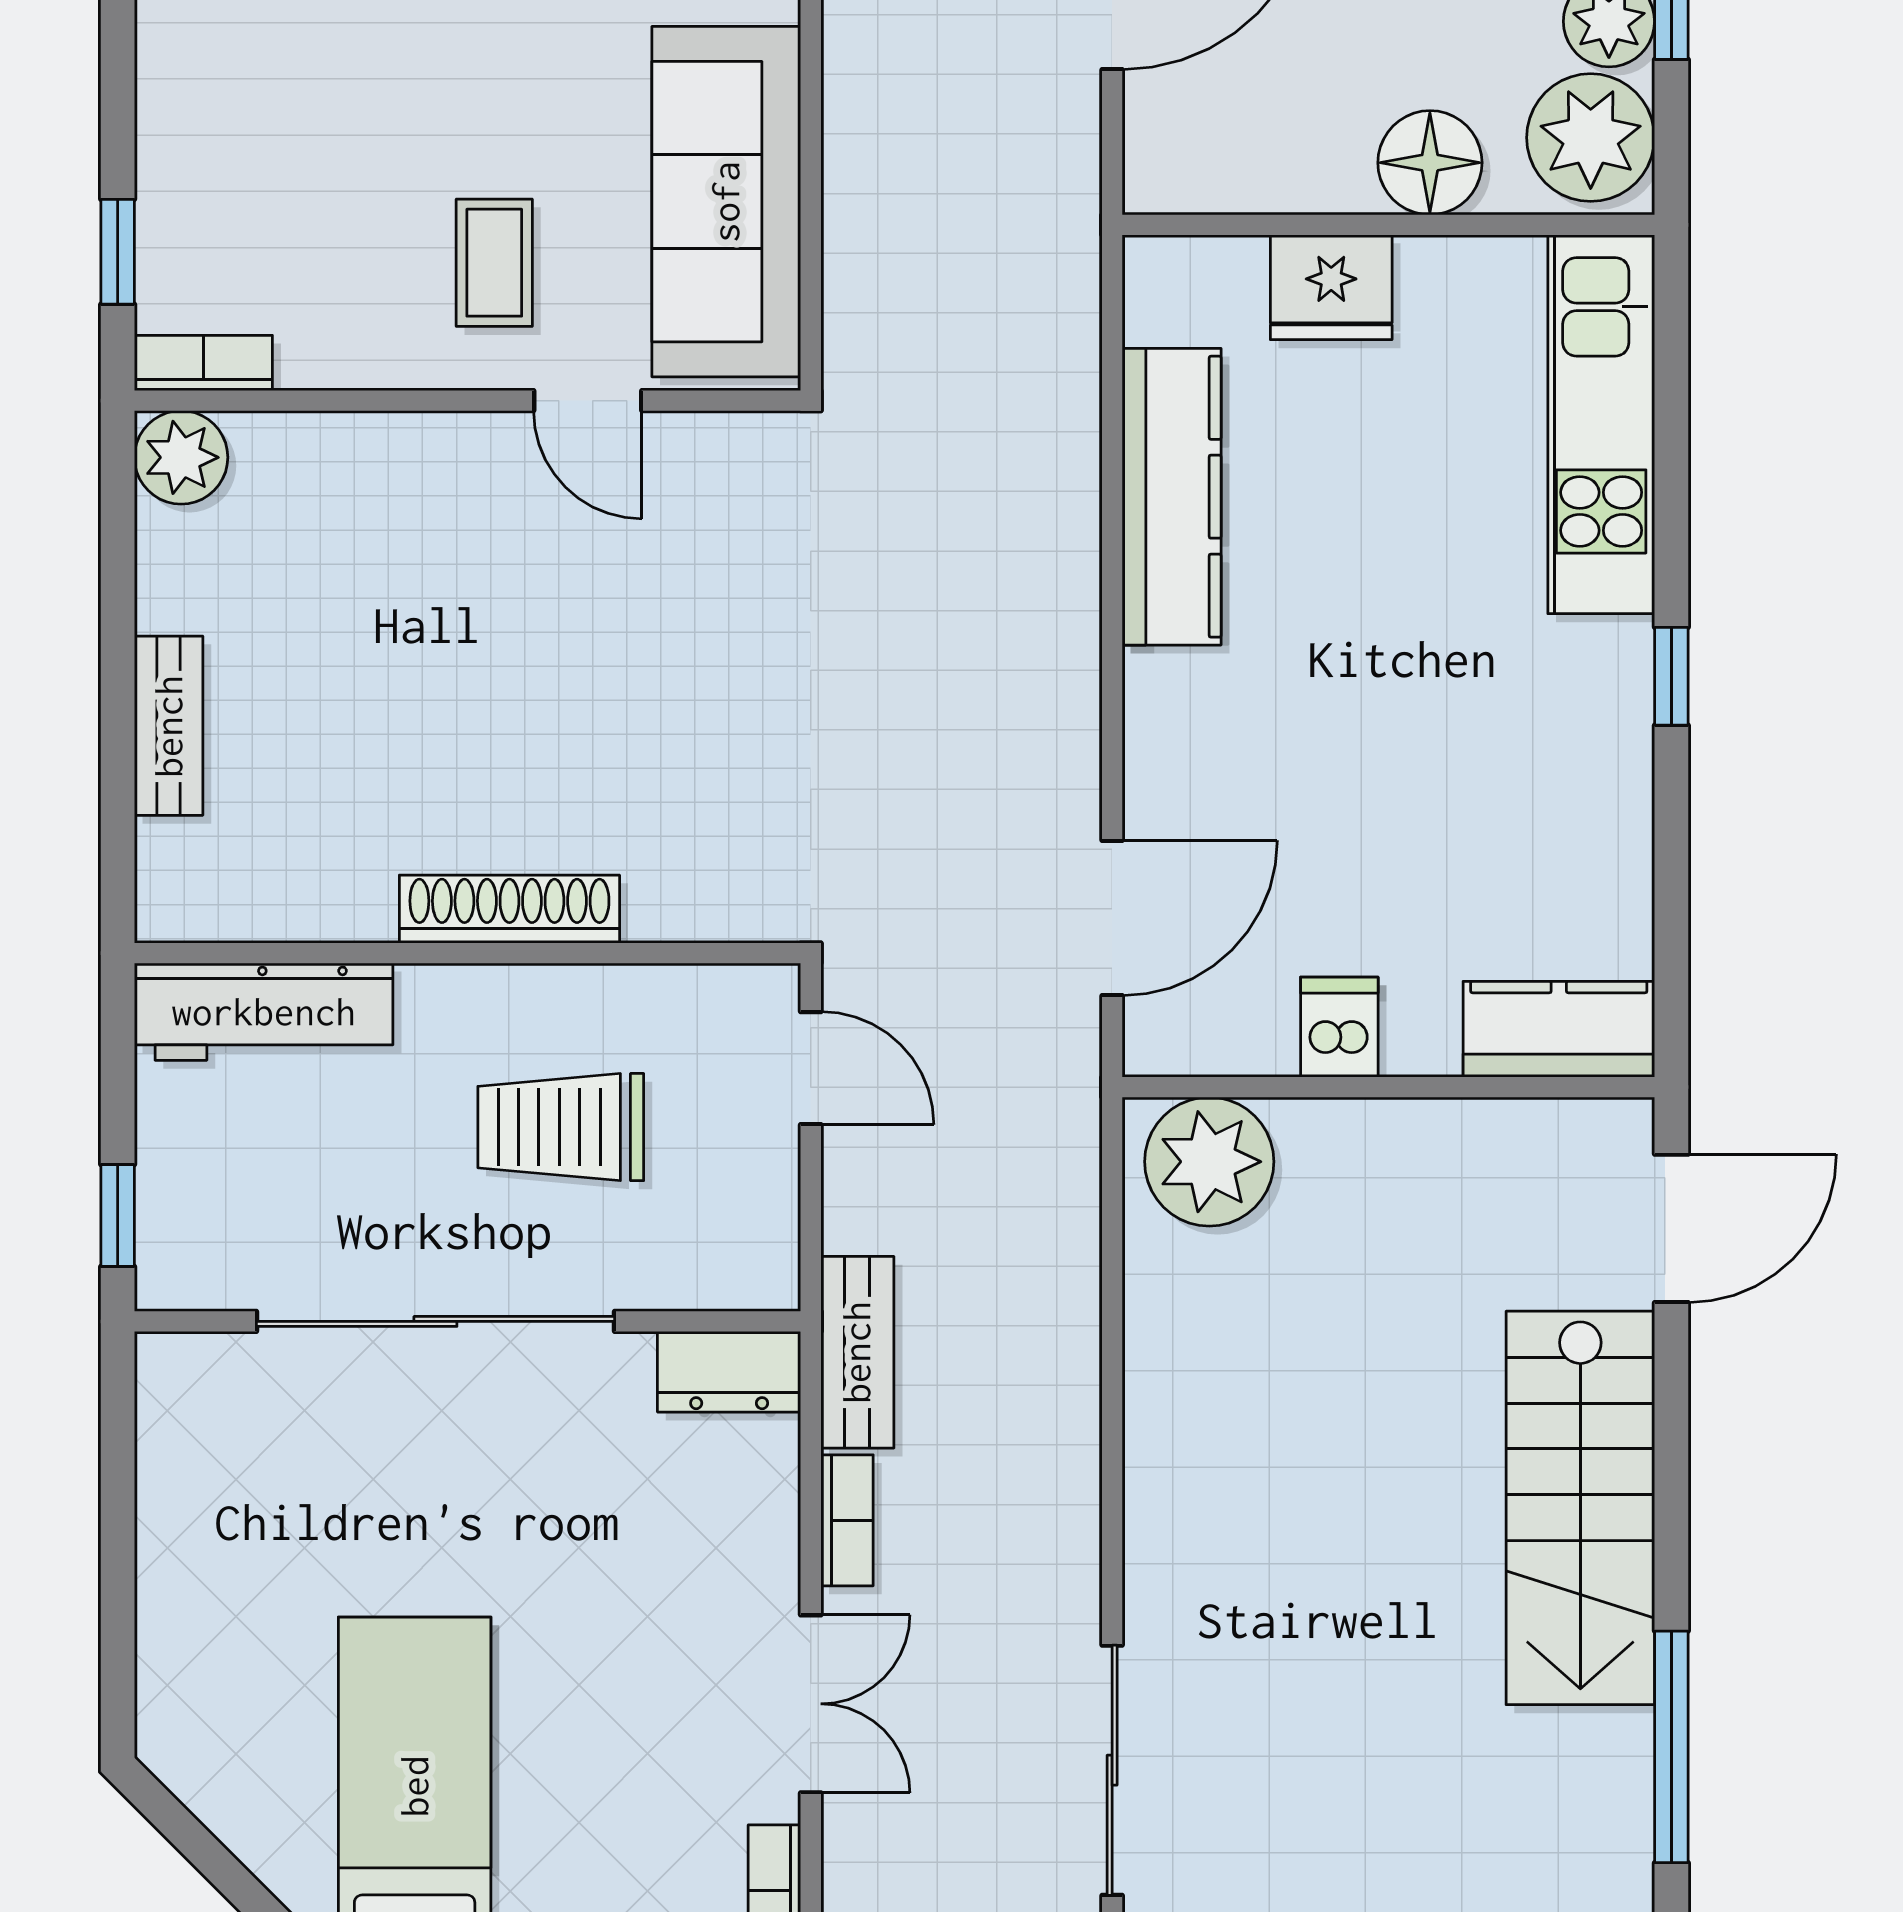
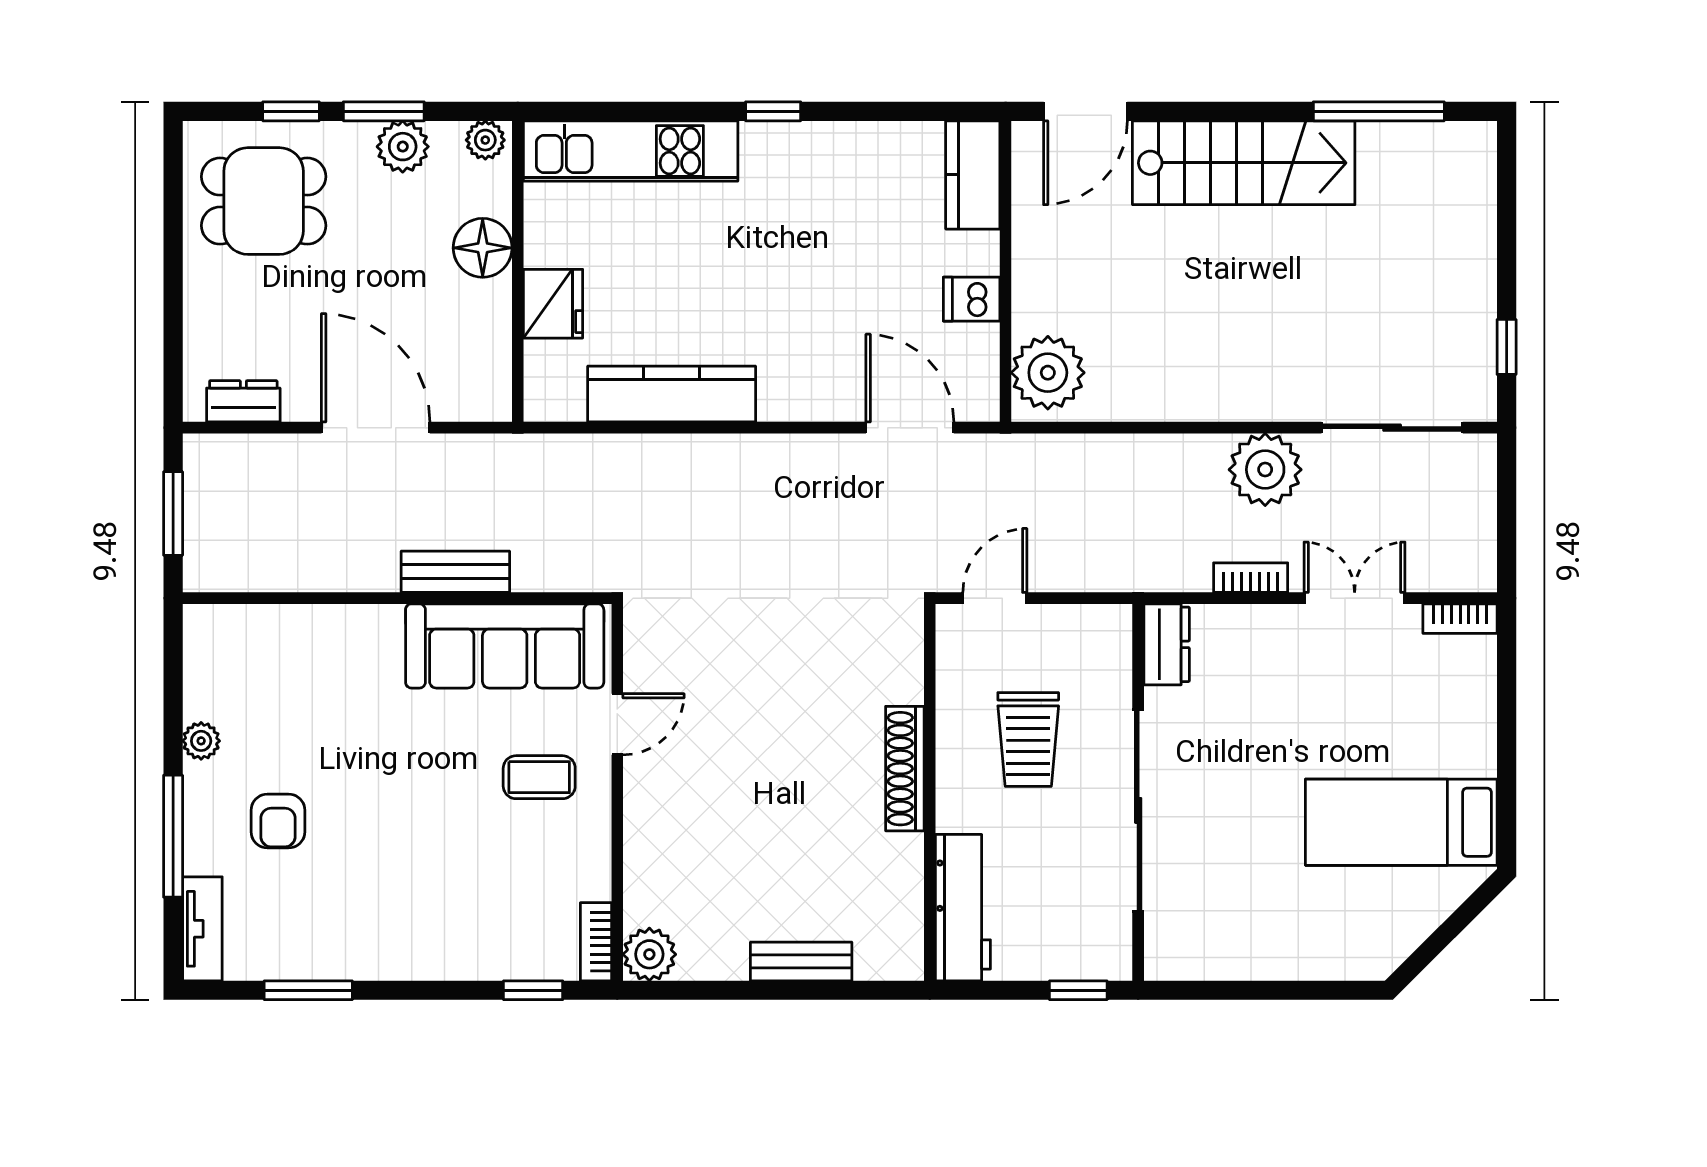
plant: (1591, 138) -> (485, 140), width x0.53, depth x0.53
door: (1671, 1228) -> (1085, 111), swing flipped
bench: (857, 1352) -> (455, 572), moved
plant: (1038, 1546) -> (1265, 470), added

